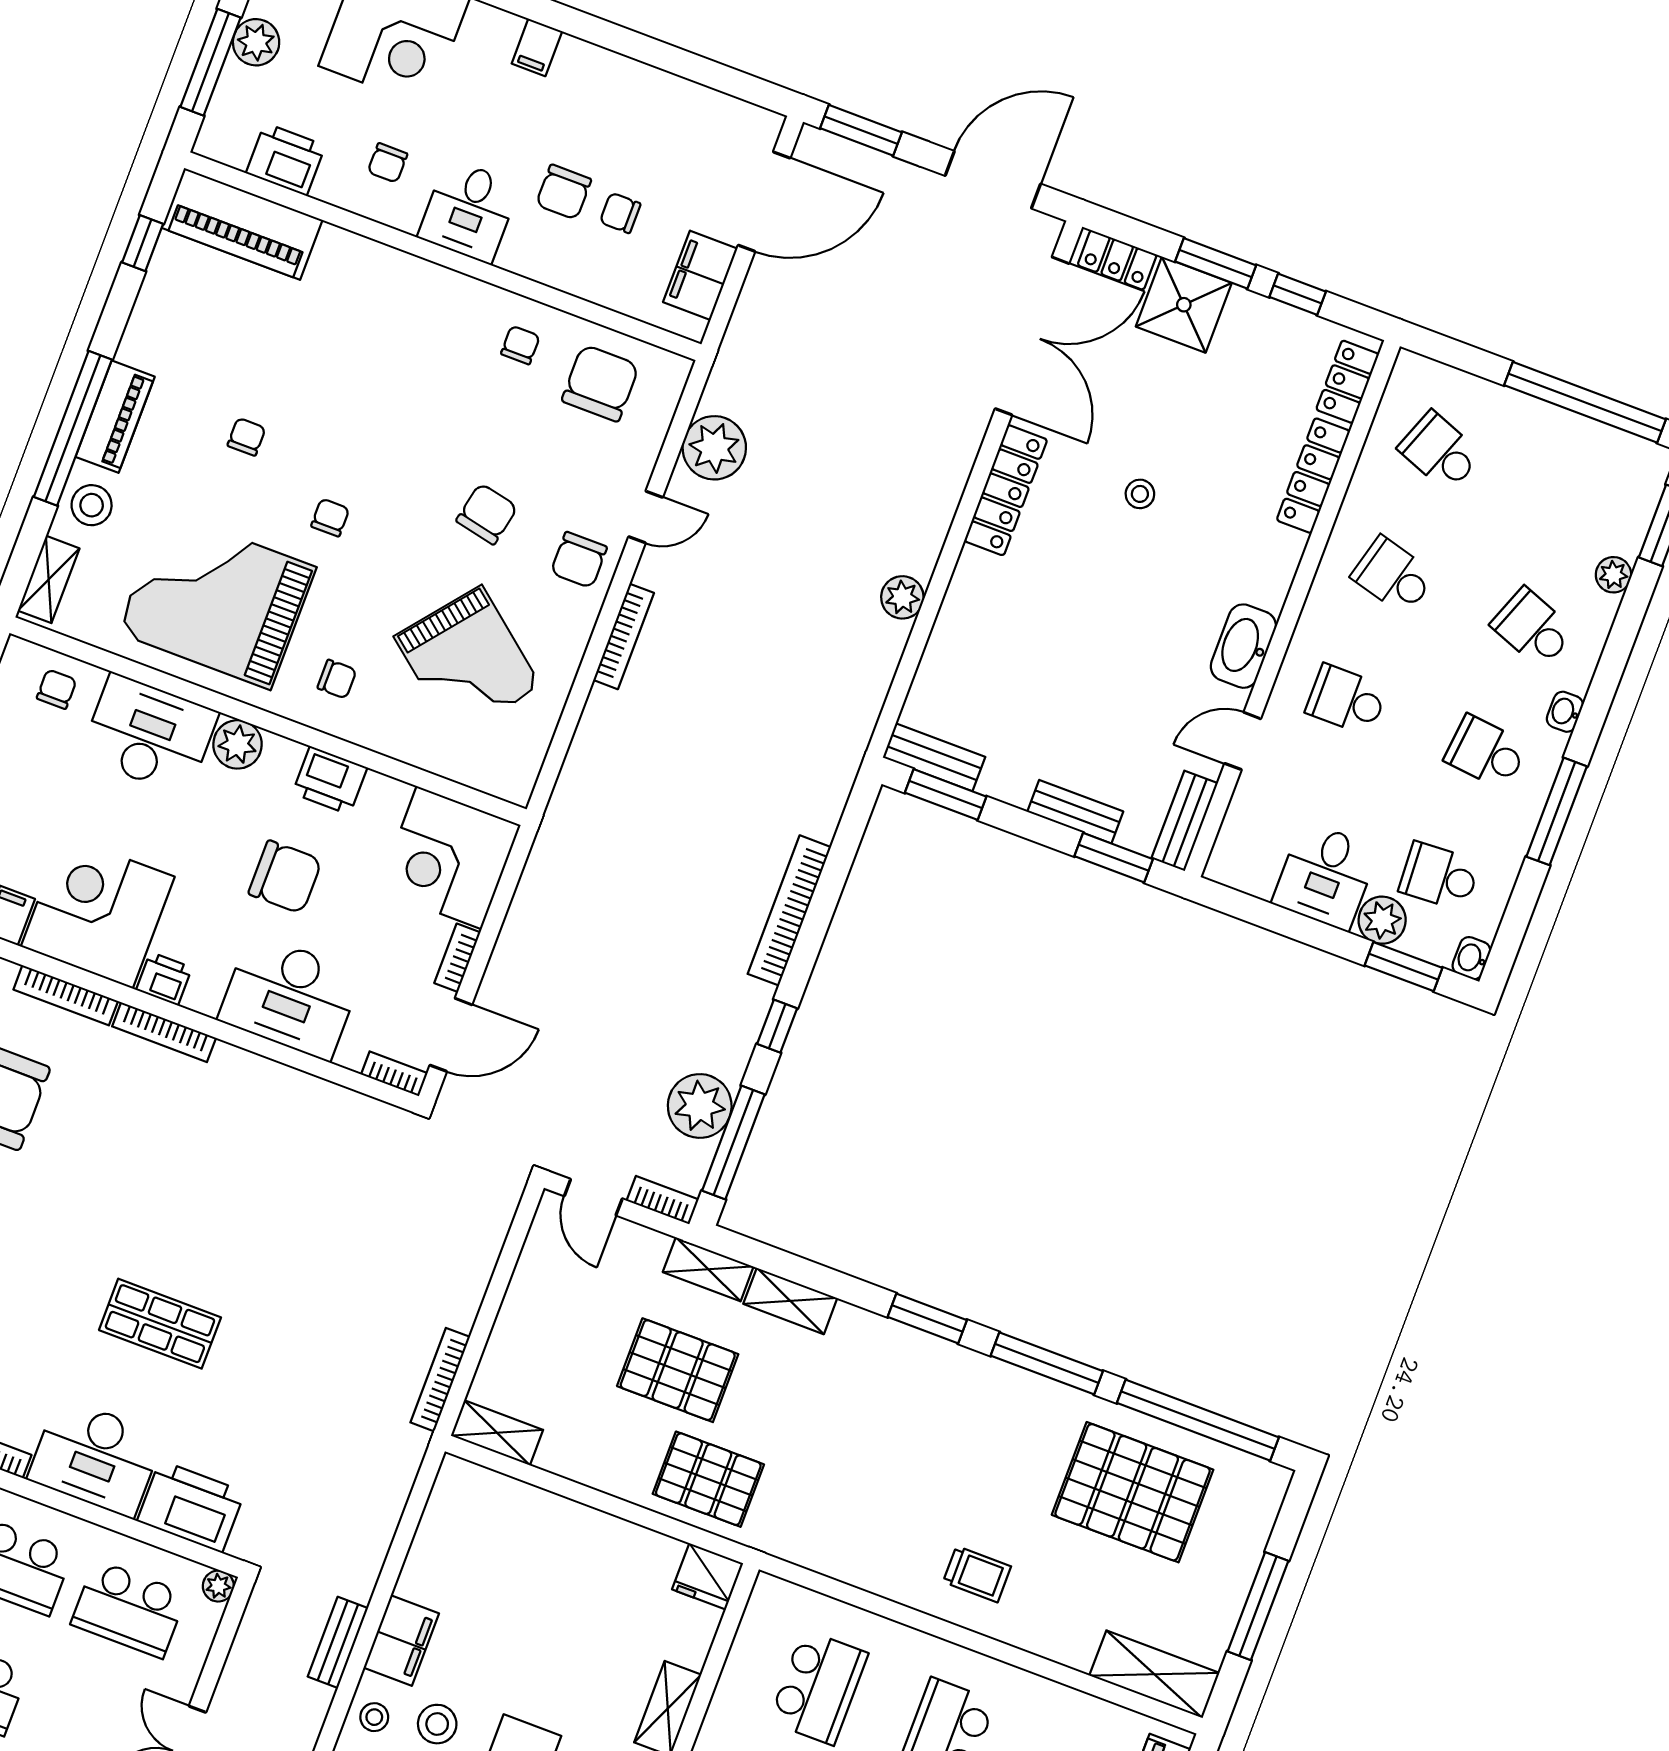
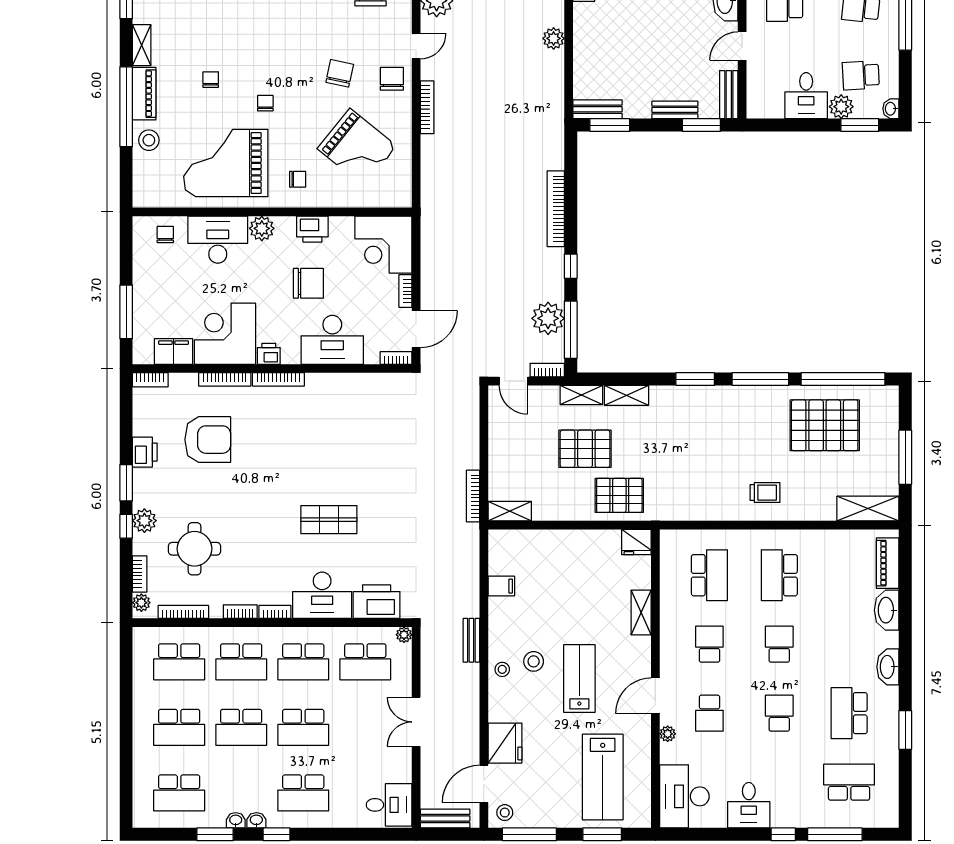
chair: (579, 560) -> (392, 79), turned 180
shelving: (49, 579) -> (142, 45), moved
filing cabinet: (401, 1641) -> (501, 586), moved, width x0.50

